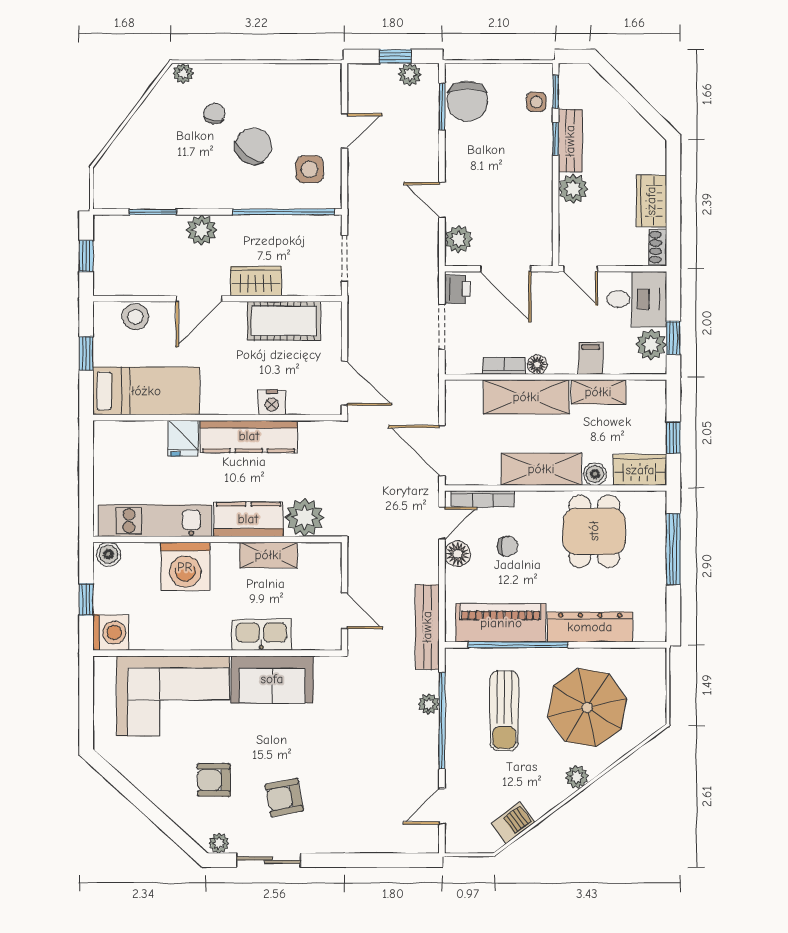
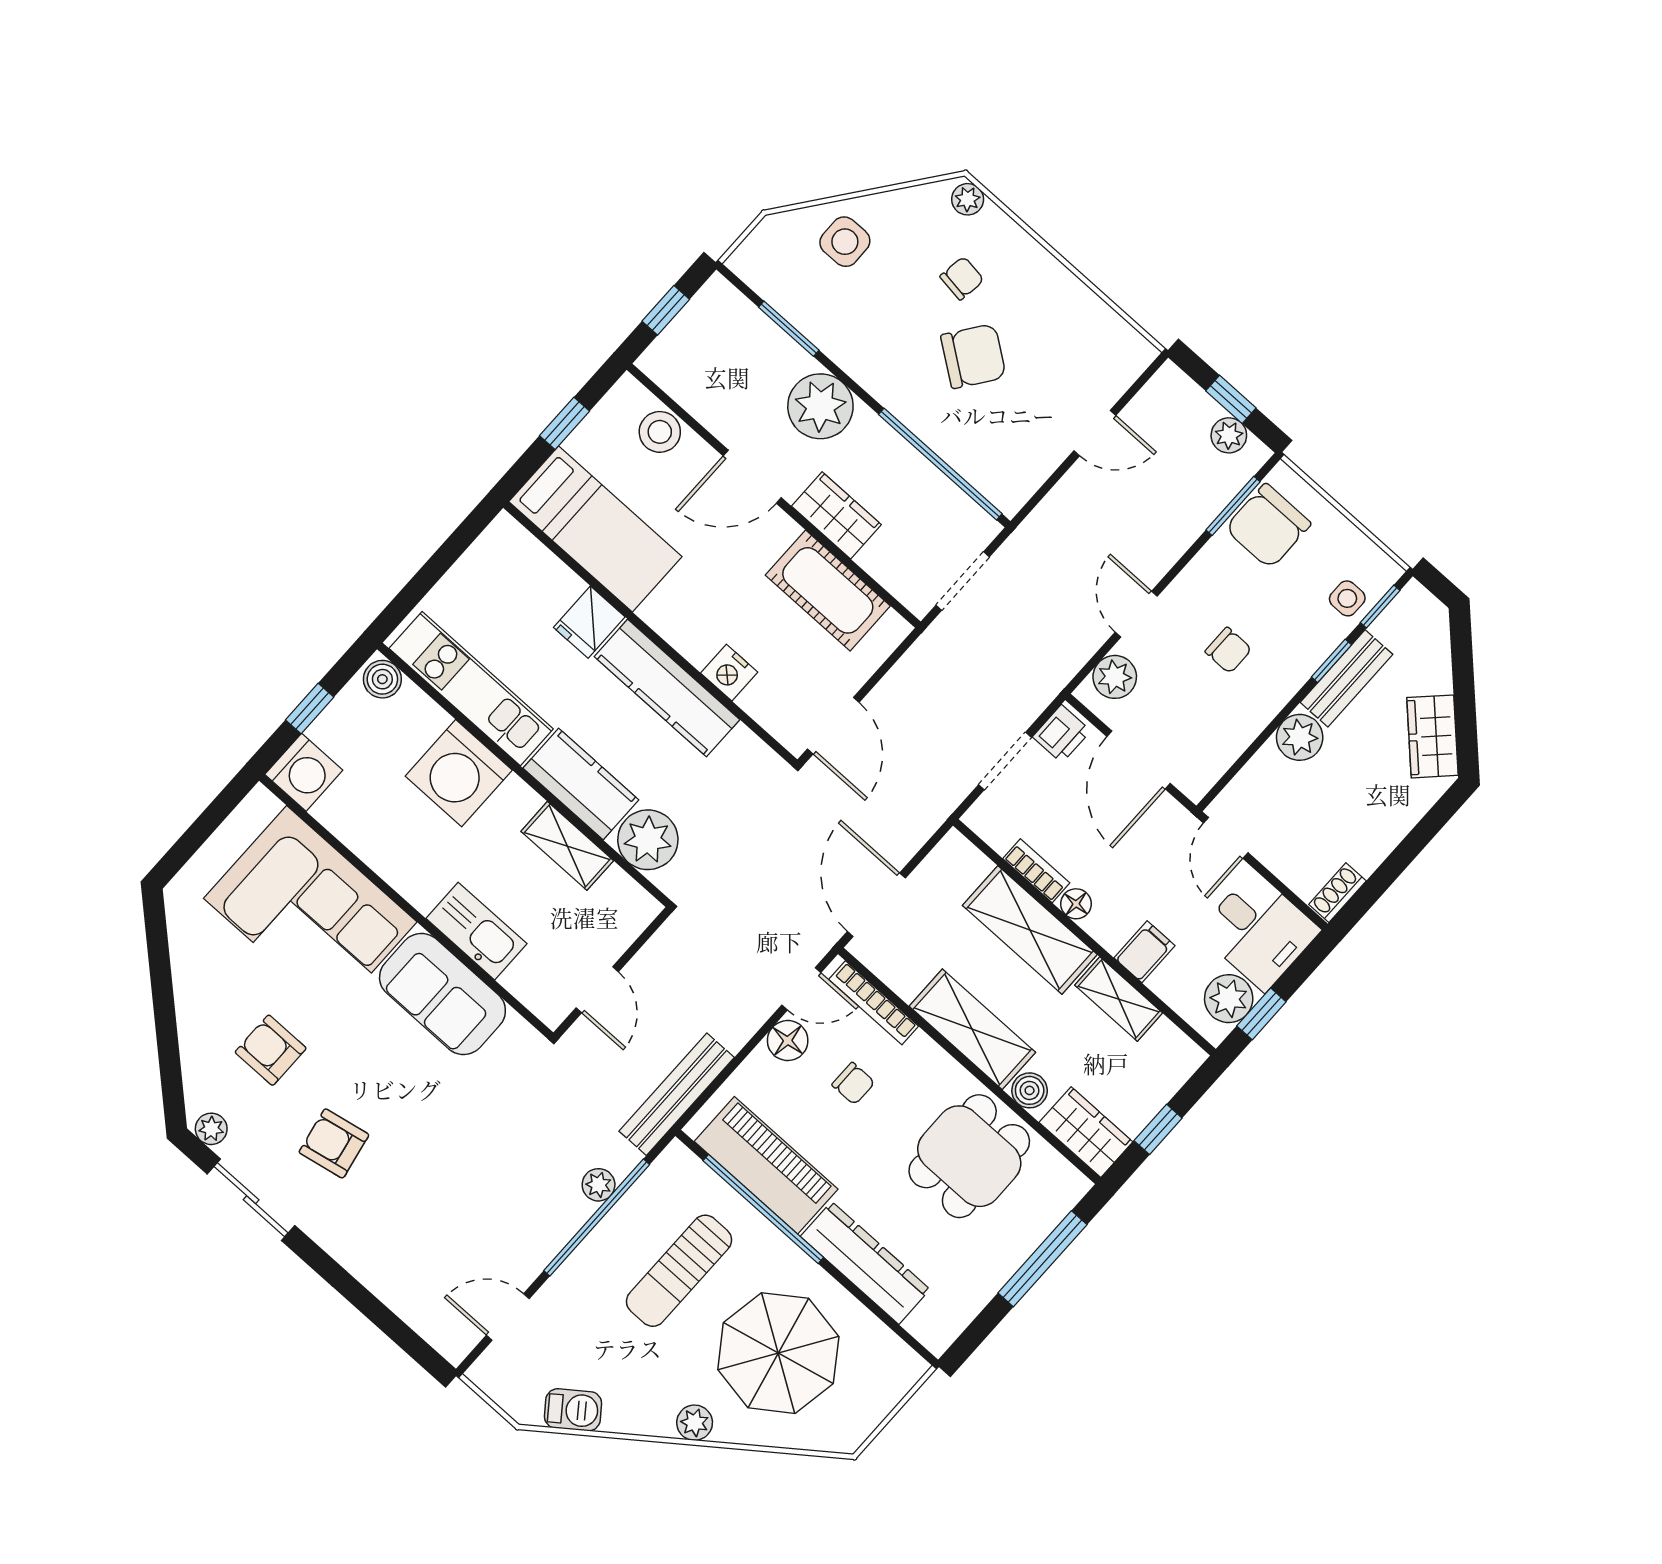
side table: (310, 169) -> (845, 242), moved
chair: (502, 178) -> (1228, 650), added
wardrobe: (651, 201) -> (1432, 736), moved, turned -45
plant: (201, 230) -> (820, 406), width x1.36, depth x1.36

